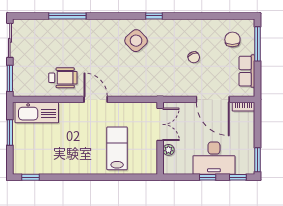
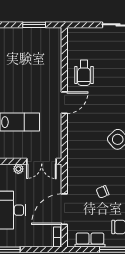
window: (10, 78) -> (83, 25), removed
kitchen sink: (37, 113) -> (52, 49), removed

